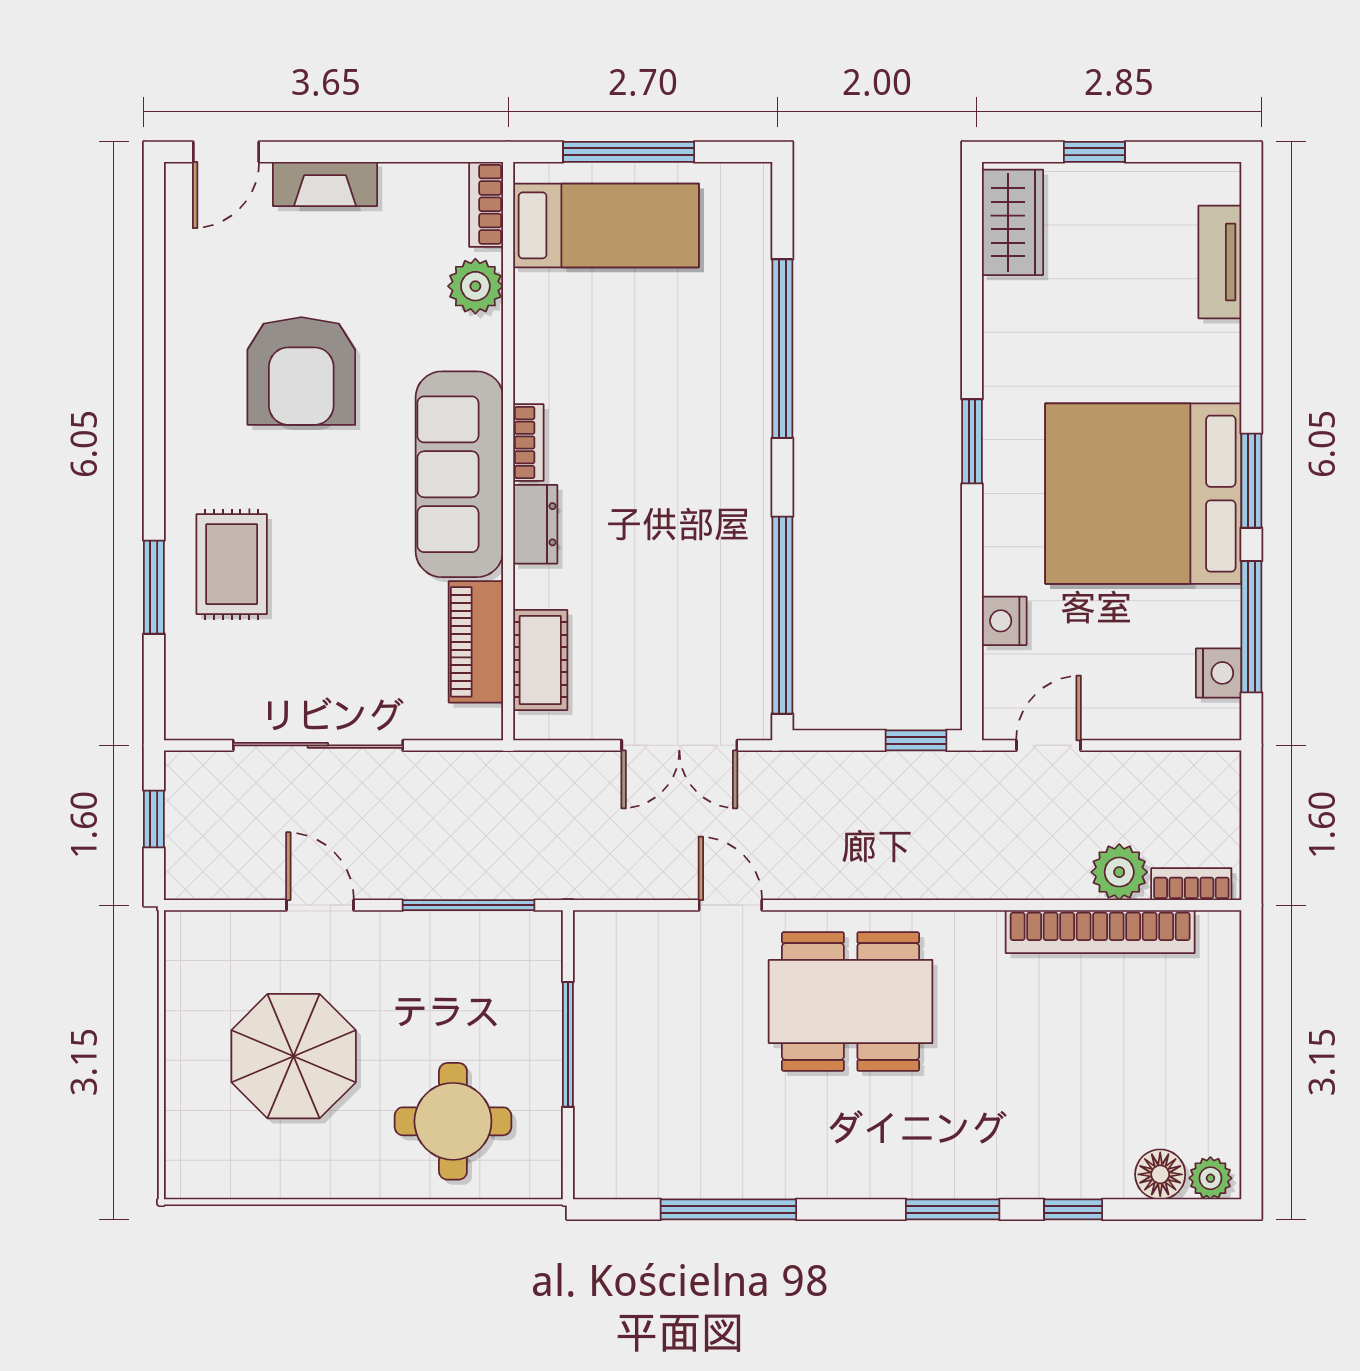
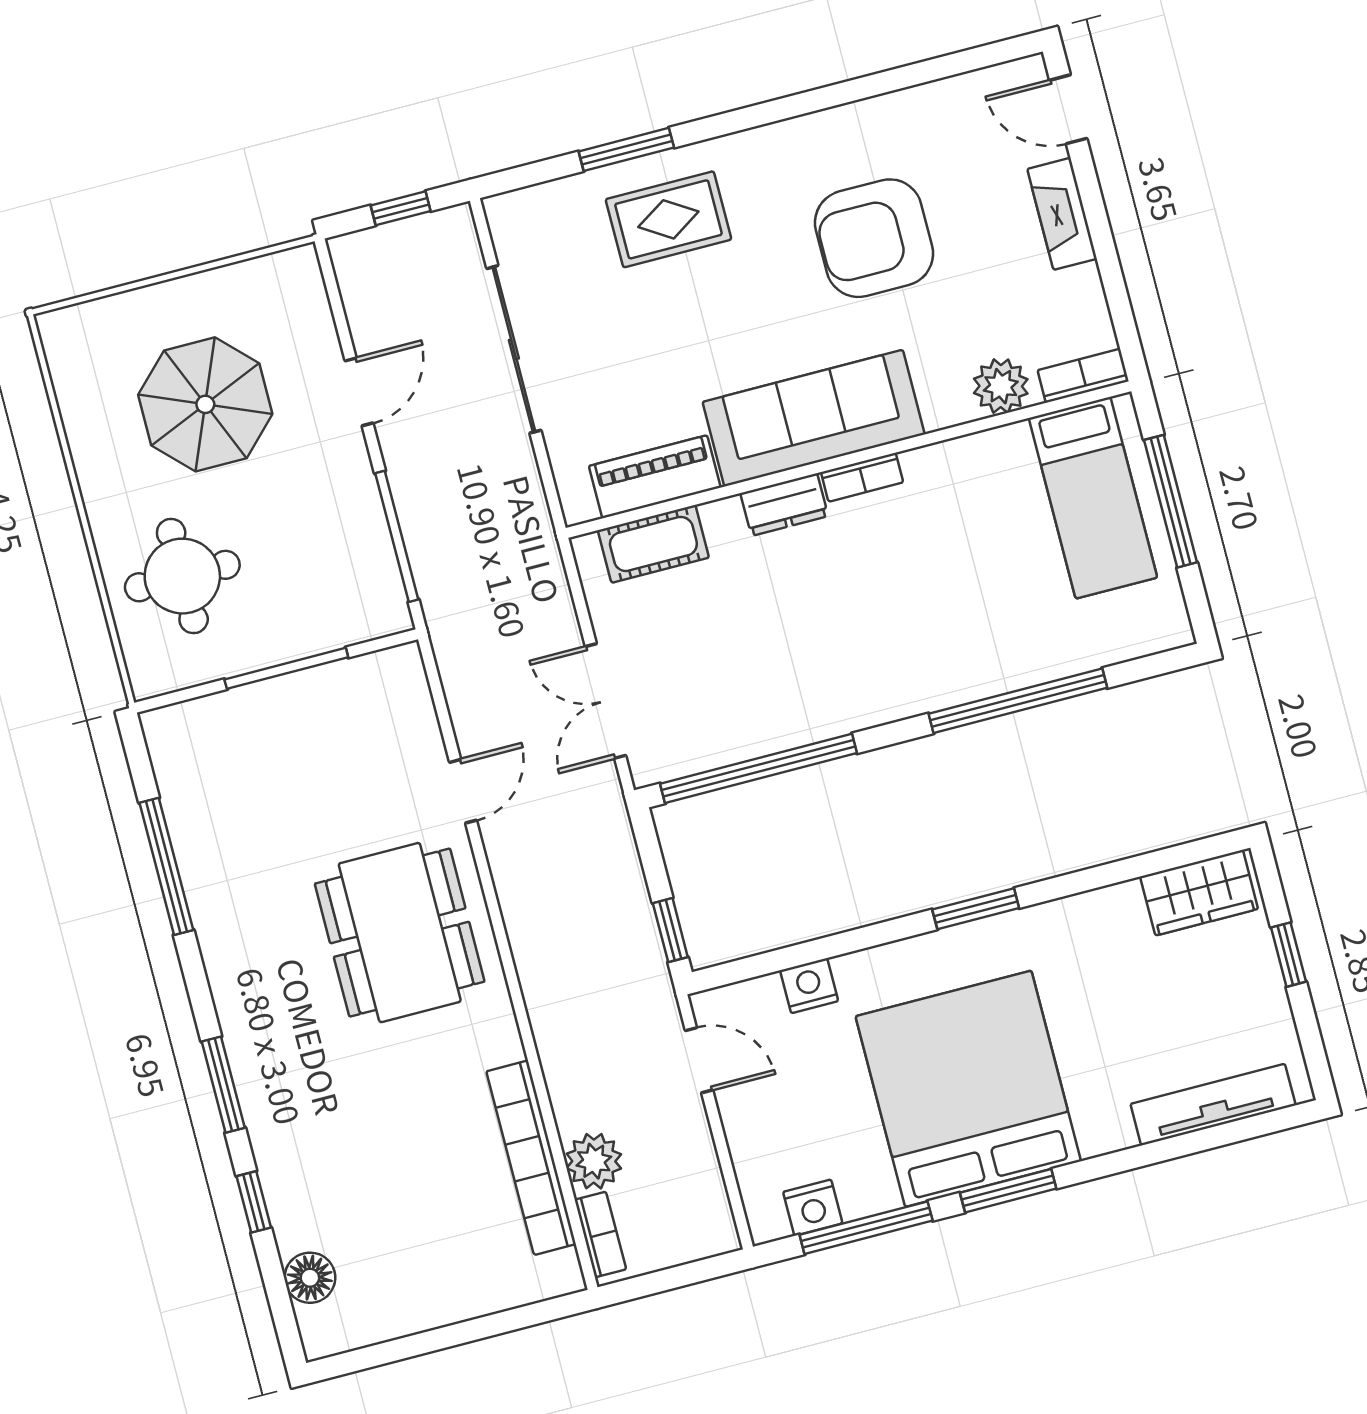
tv unit: (1220, 262) -> (1213, 1105), width x1.41
plant: (1210, 1178) -> (319, 1328), removed

